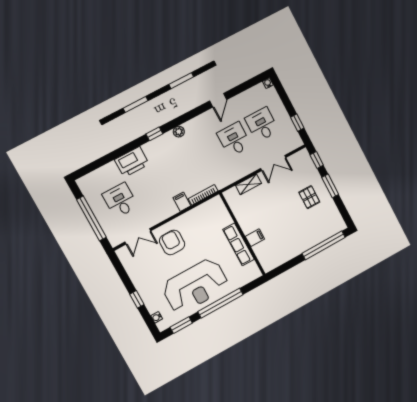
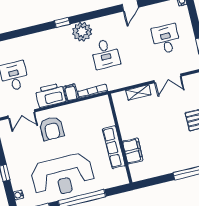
plant: (179, 132) -> (82, 32), width x1.88, depth x1.88
desk: (234, 139) -> (105, 54), moved, turned 180
printer: (132, 162) -> (51, 95), moved, turned 180
filing cabinet: (255, 238) -> (133, 151), width x2.00
armchair: (172, 242) -> (52, 128), turned 180

